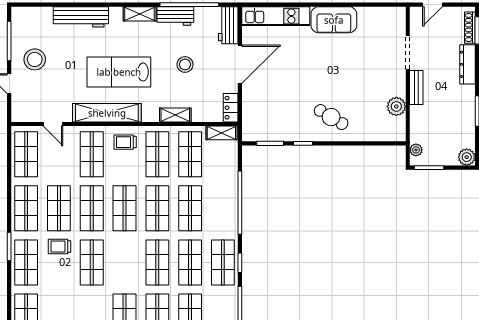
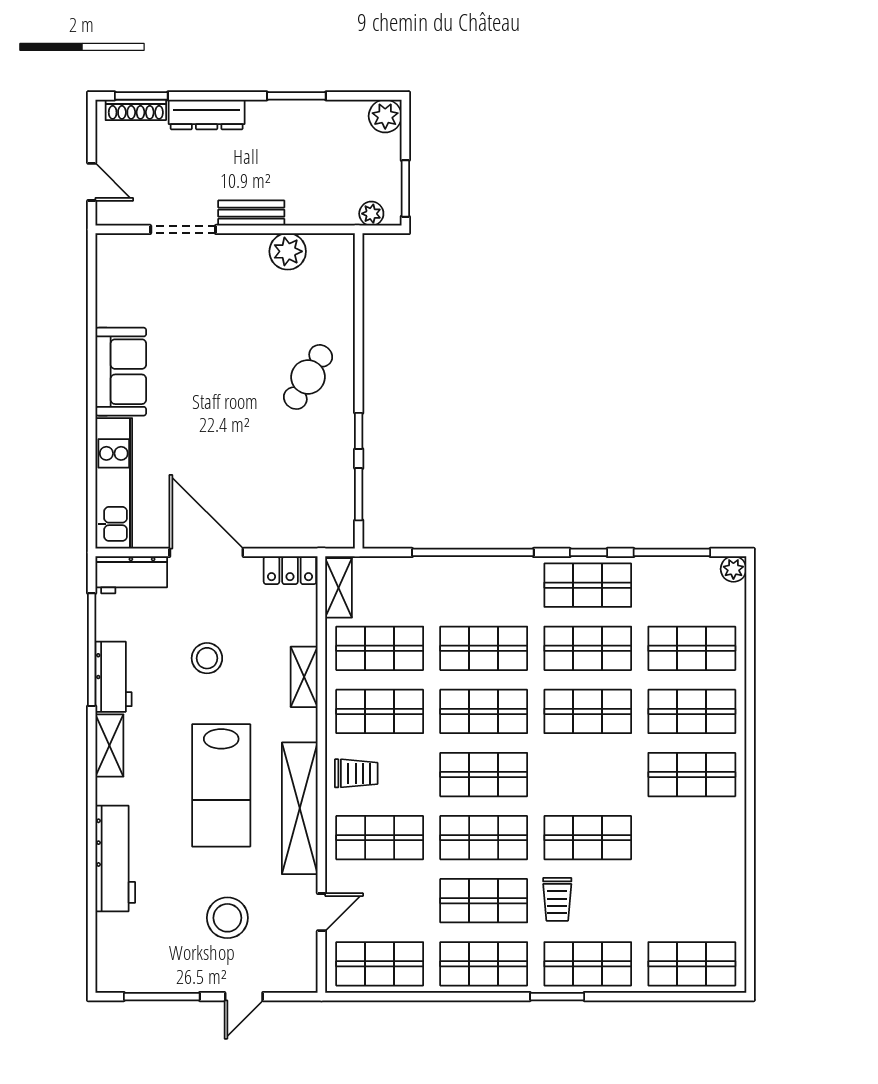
stool: (35, 59) -> (227, 918), moved
trolley: (125, 142) -> (356, 773), turned -90

